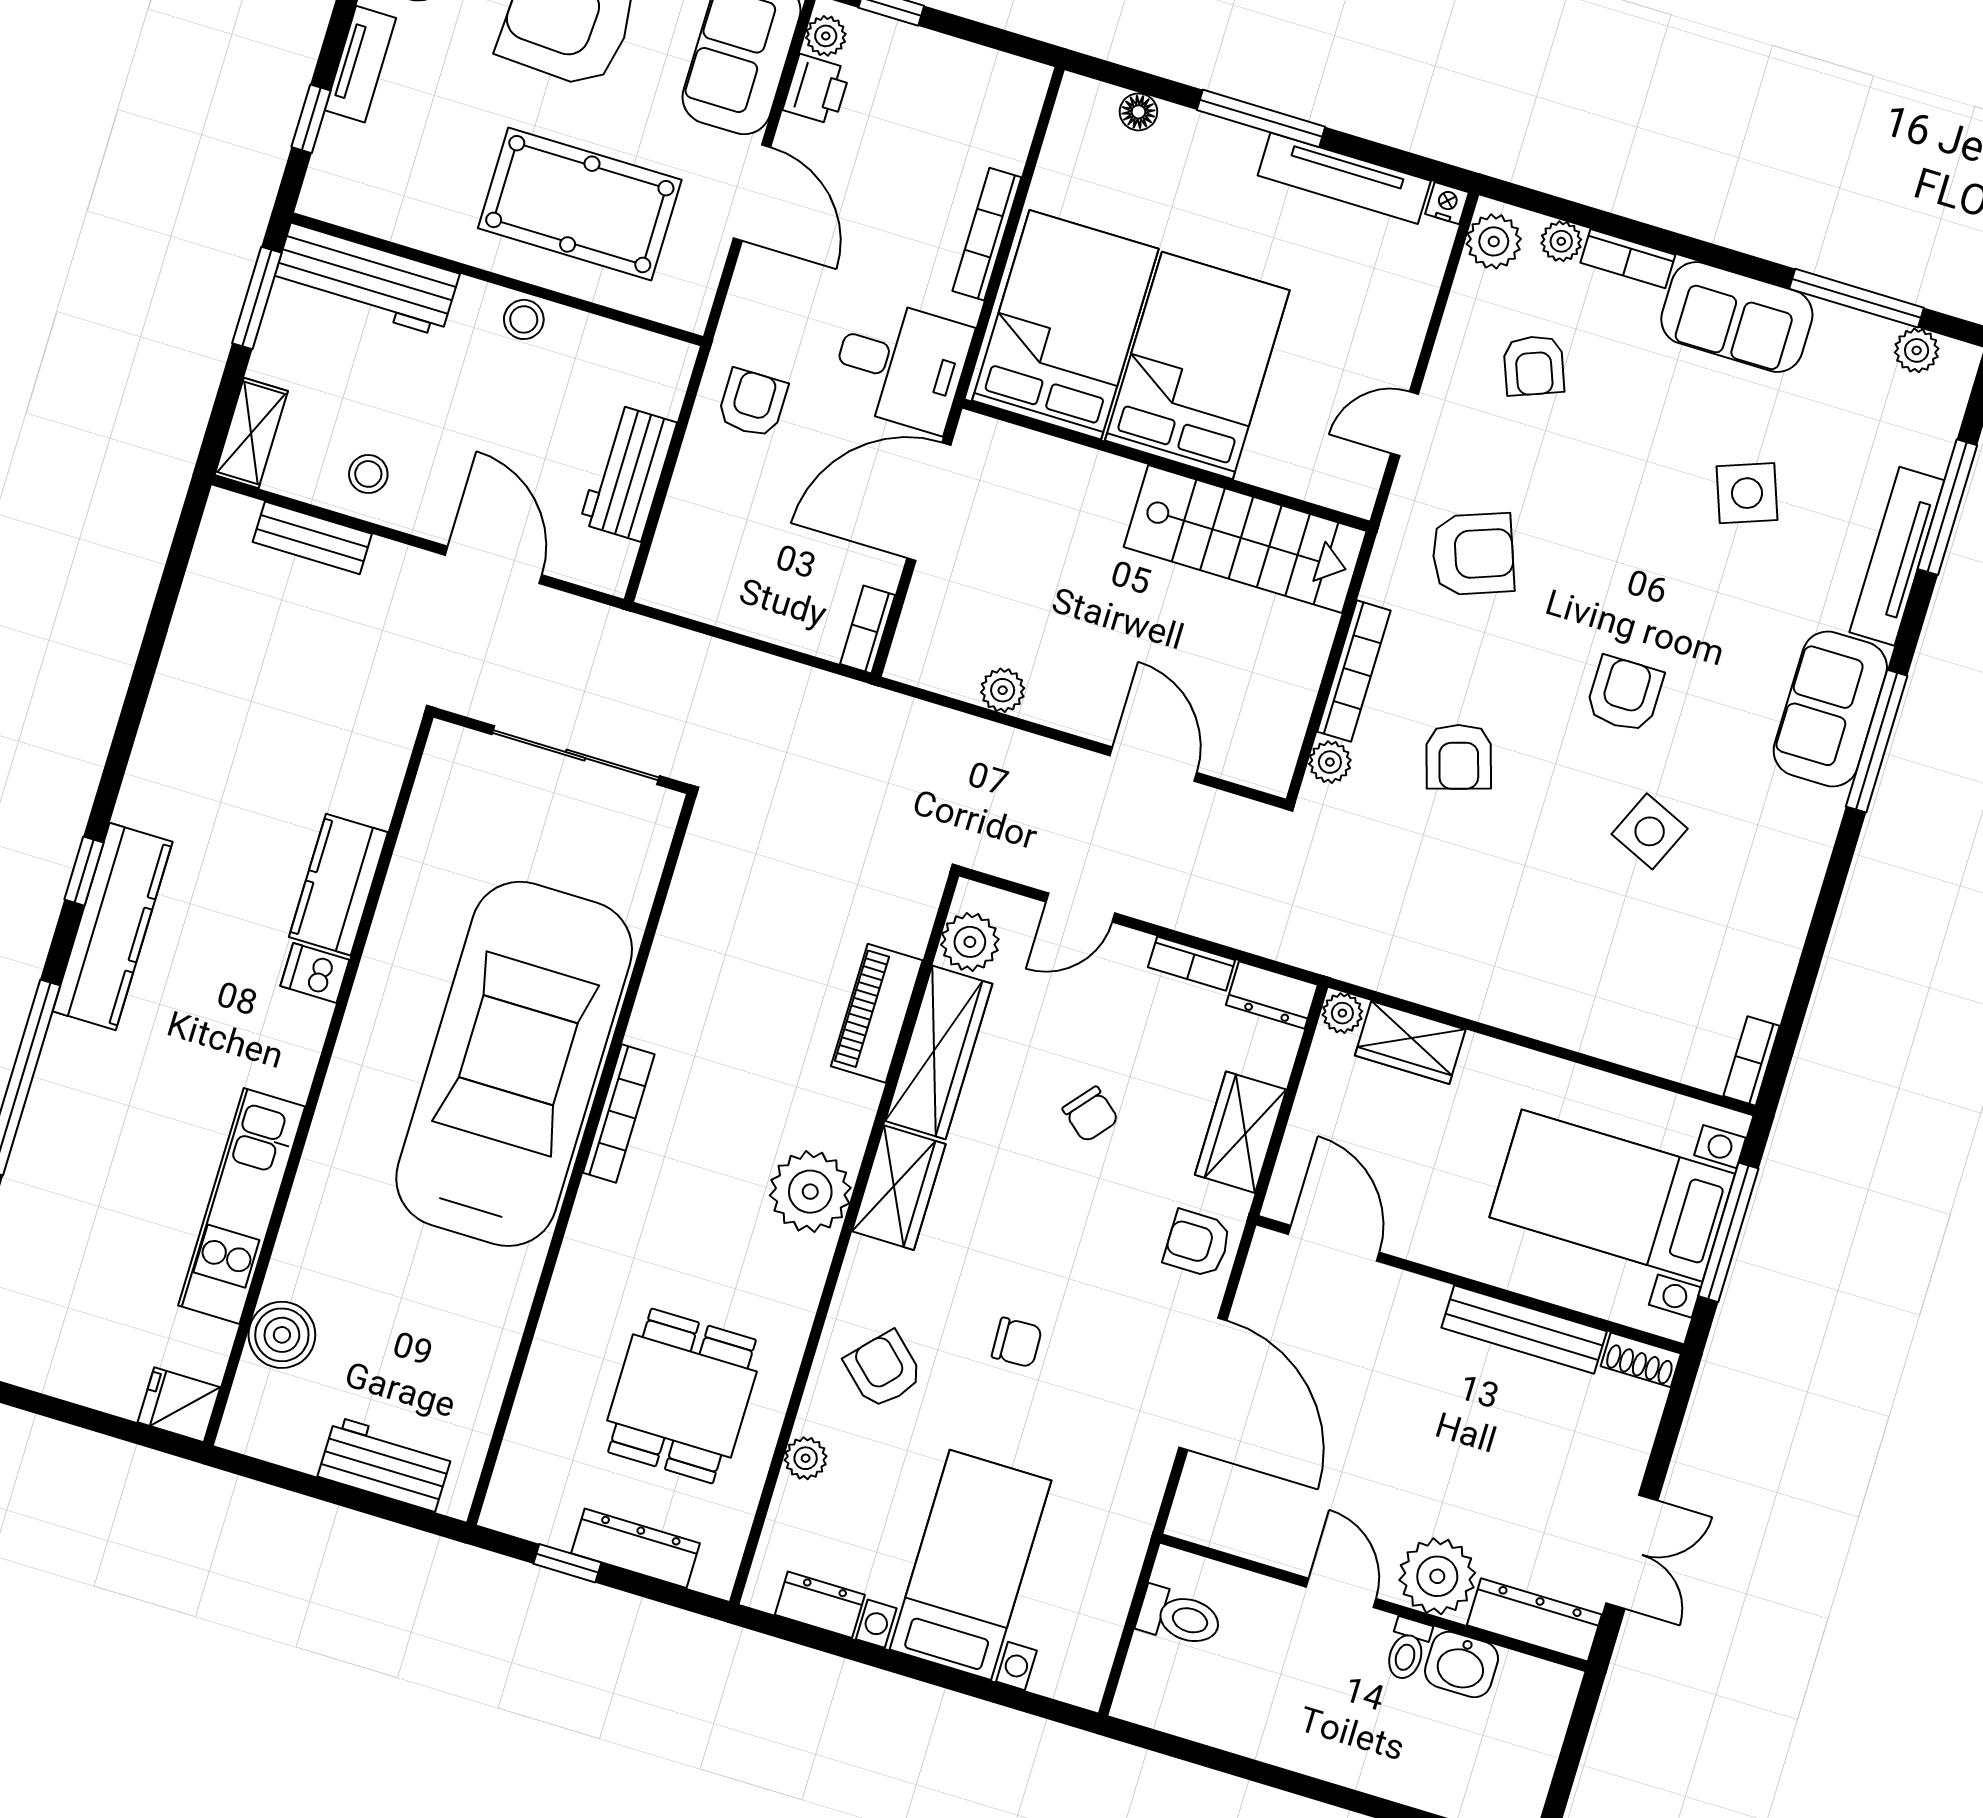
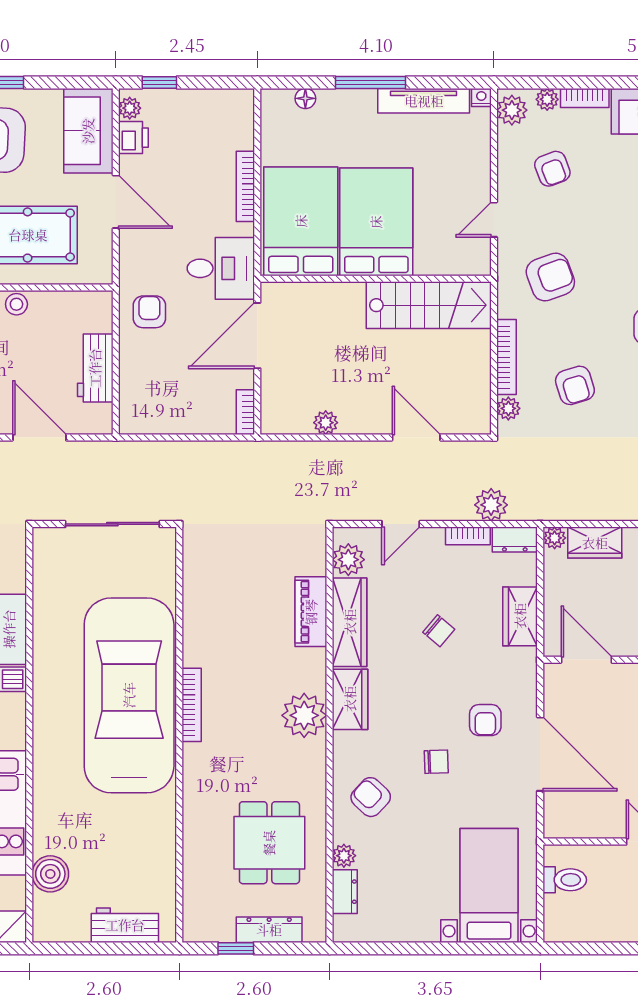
plant: (1249, 922) -> (491, 505), added
armchair: (1197, 1244) -> (485, 720), moved, turned -90
bed with nightstands: (970, 1565) -> (489, 886), moved
dresser: (820, 1605) -> (345, 892), moved, turned 90

